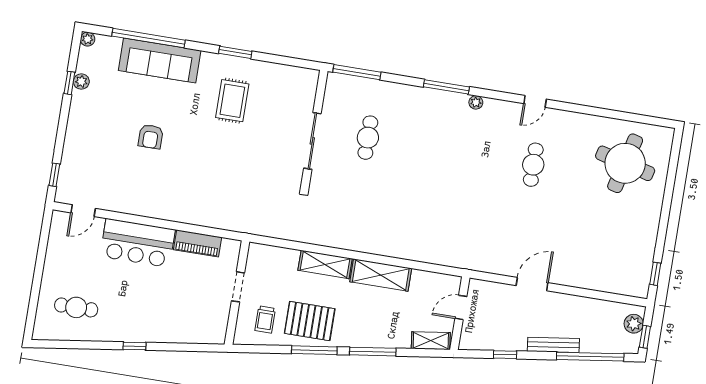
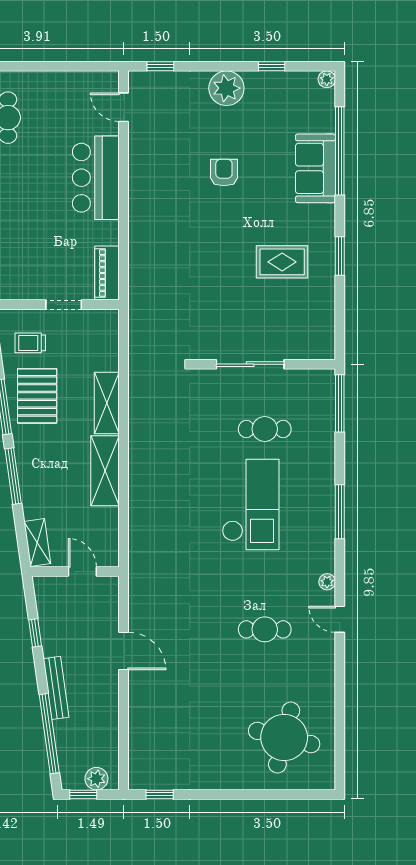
sofa: (160, 60) -> (315, 168), width x0.73
plant: (81, 82) -> (226, 88), moved, width x1.87, depth x1.87
plant: (476, 102) -> (327, 582), moved
armchair: (151, 137) -> (224, 173), turned 90
checkout: (428, 159) -> (251, 504), added
piano: (198, 243) -> (107, 273), moved

